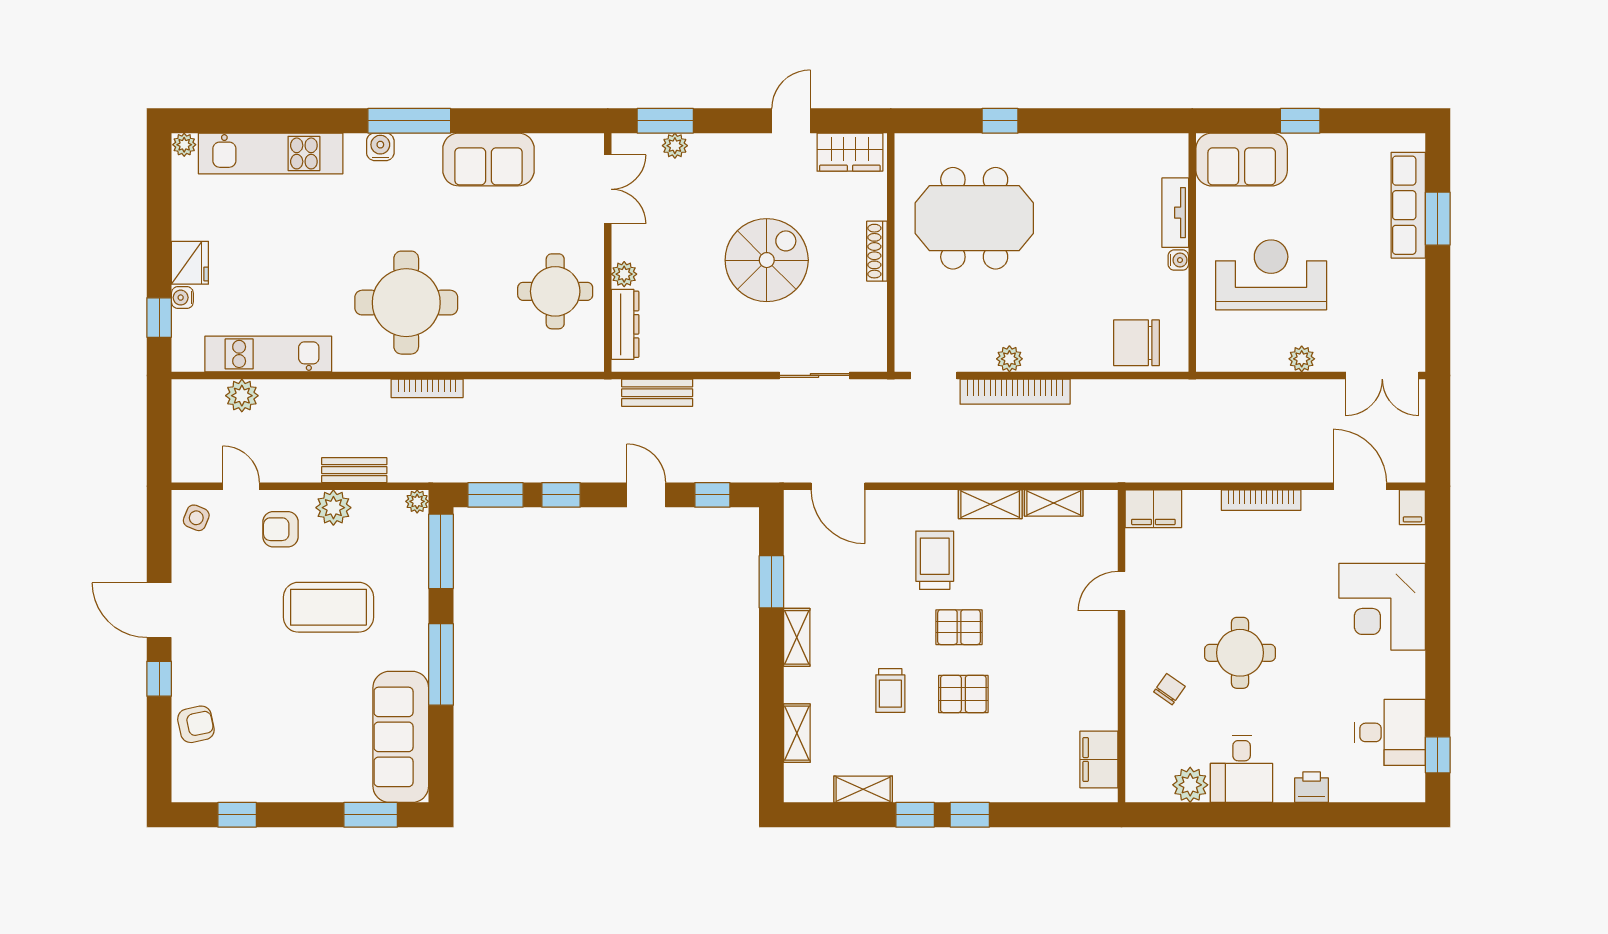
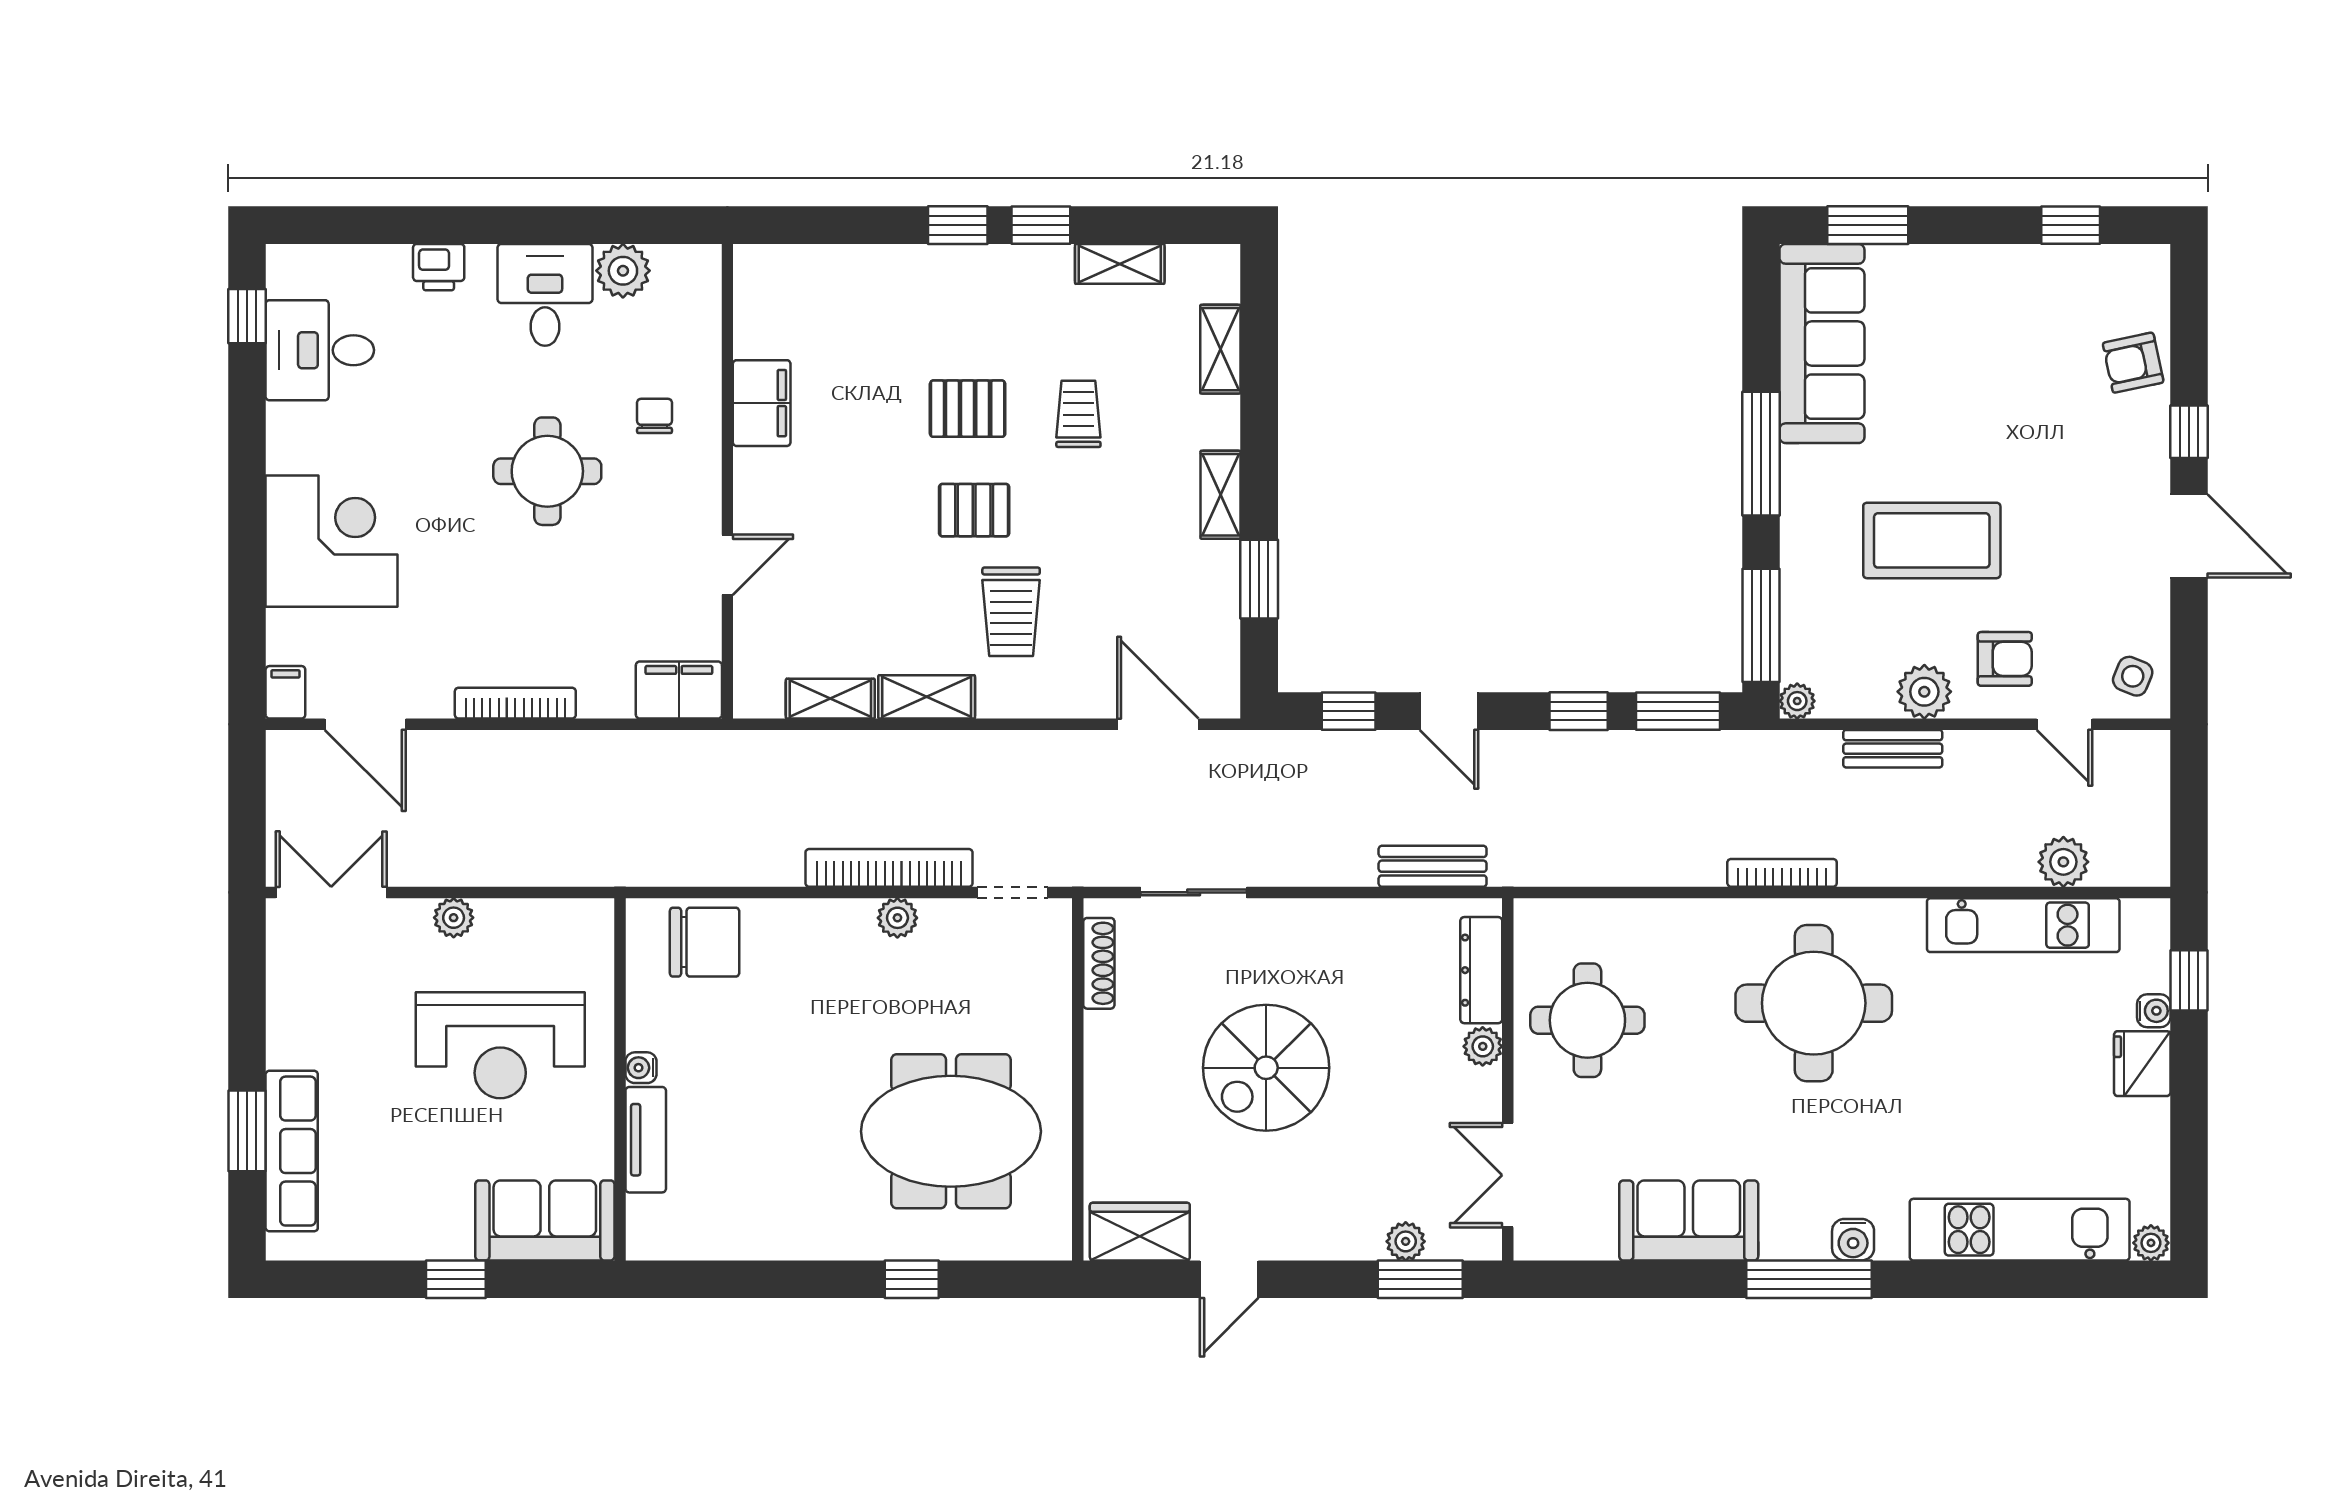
shoe rack: (877, 251) -> (1099, 963), moved
chair: (1169, 689) -> (654, 416), turned 145
filing cabinet: (1099, 759) -> (762, 403), moved

